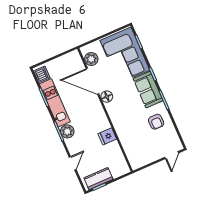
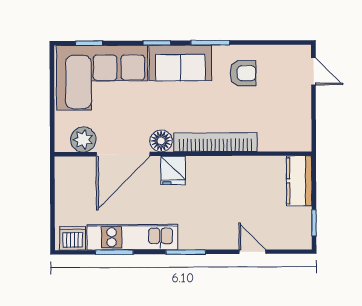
bookcase: (117, 123) -> (215, 142), added
plant: (67, 131) -> (192, 237), removed
fridge: (107, 136) -> (173, 171), moved
kitchen counter: (99, 179) -> (299, 181), moved

